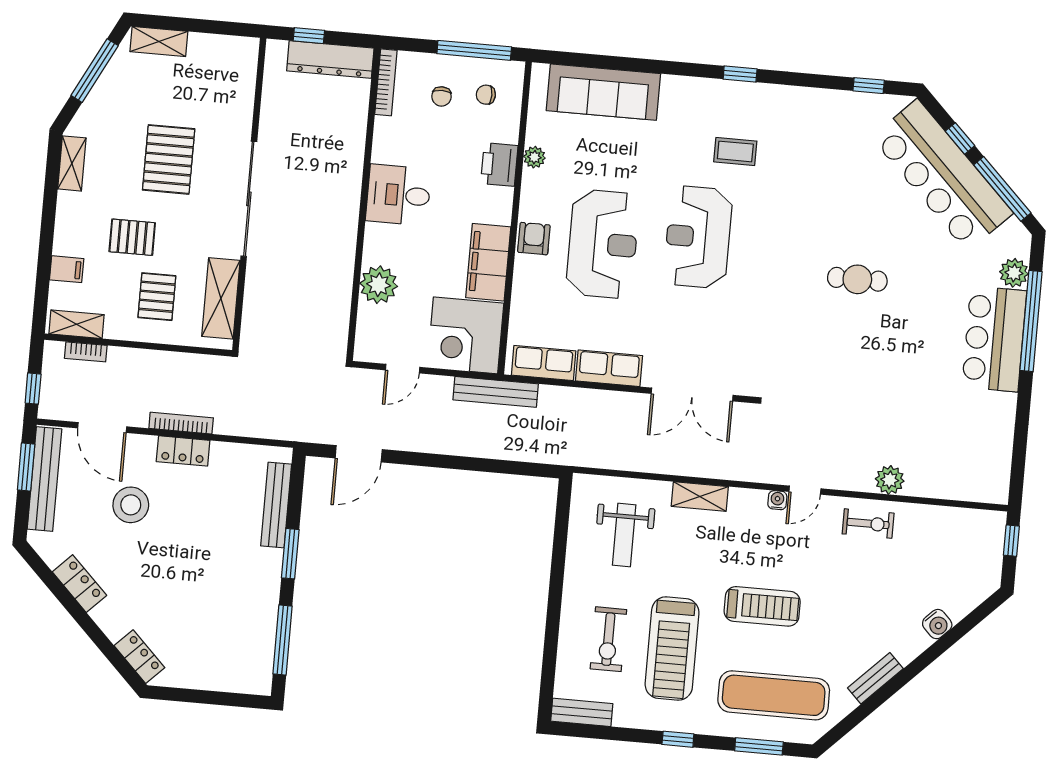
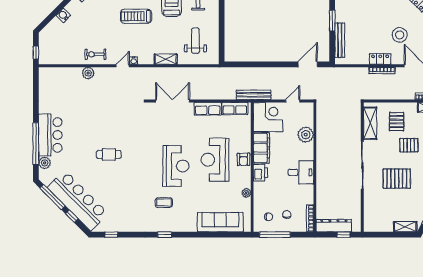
pallet: (169, 159) -> (397, 179), turned 90
printer: (499, 165) -> (260, 173), moved

